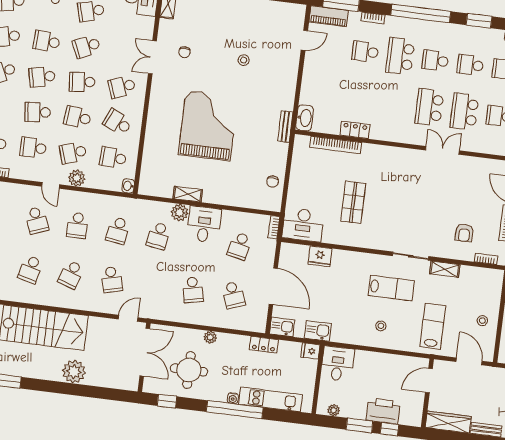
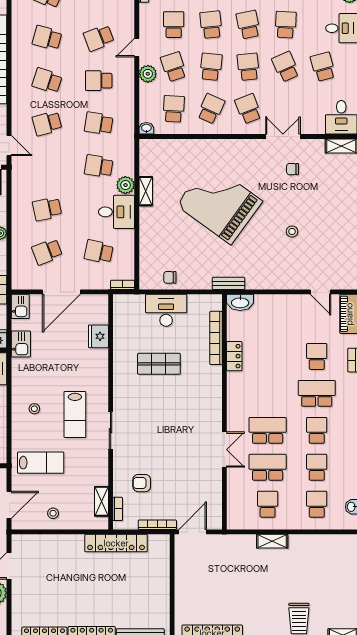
grand piano: (208, 126) -> (219, 203), turned -144
desk: (303, 225) -> (166, 310), moved, turned 90
shelving: (445, 269) -> (101, 501), moved

